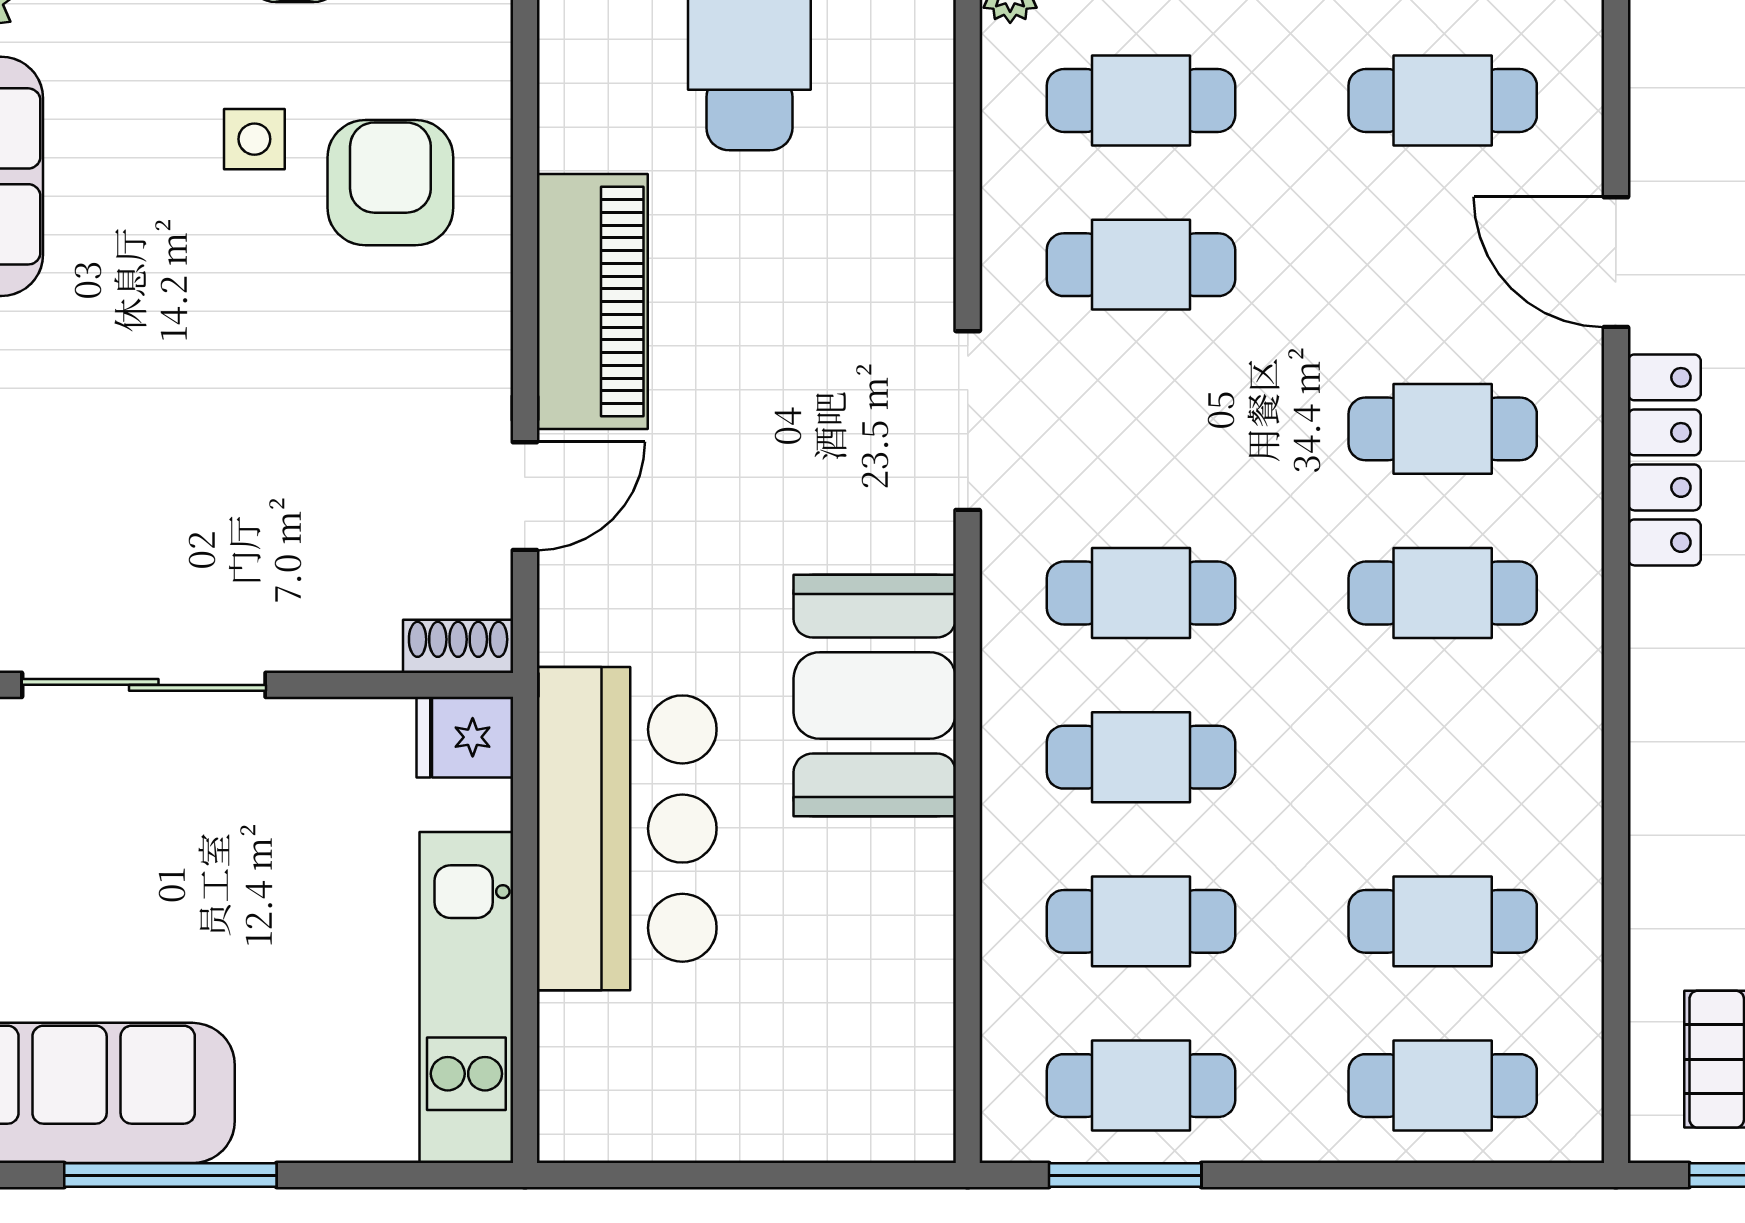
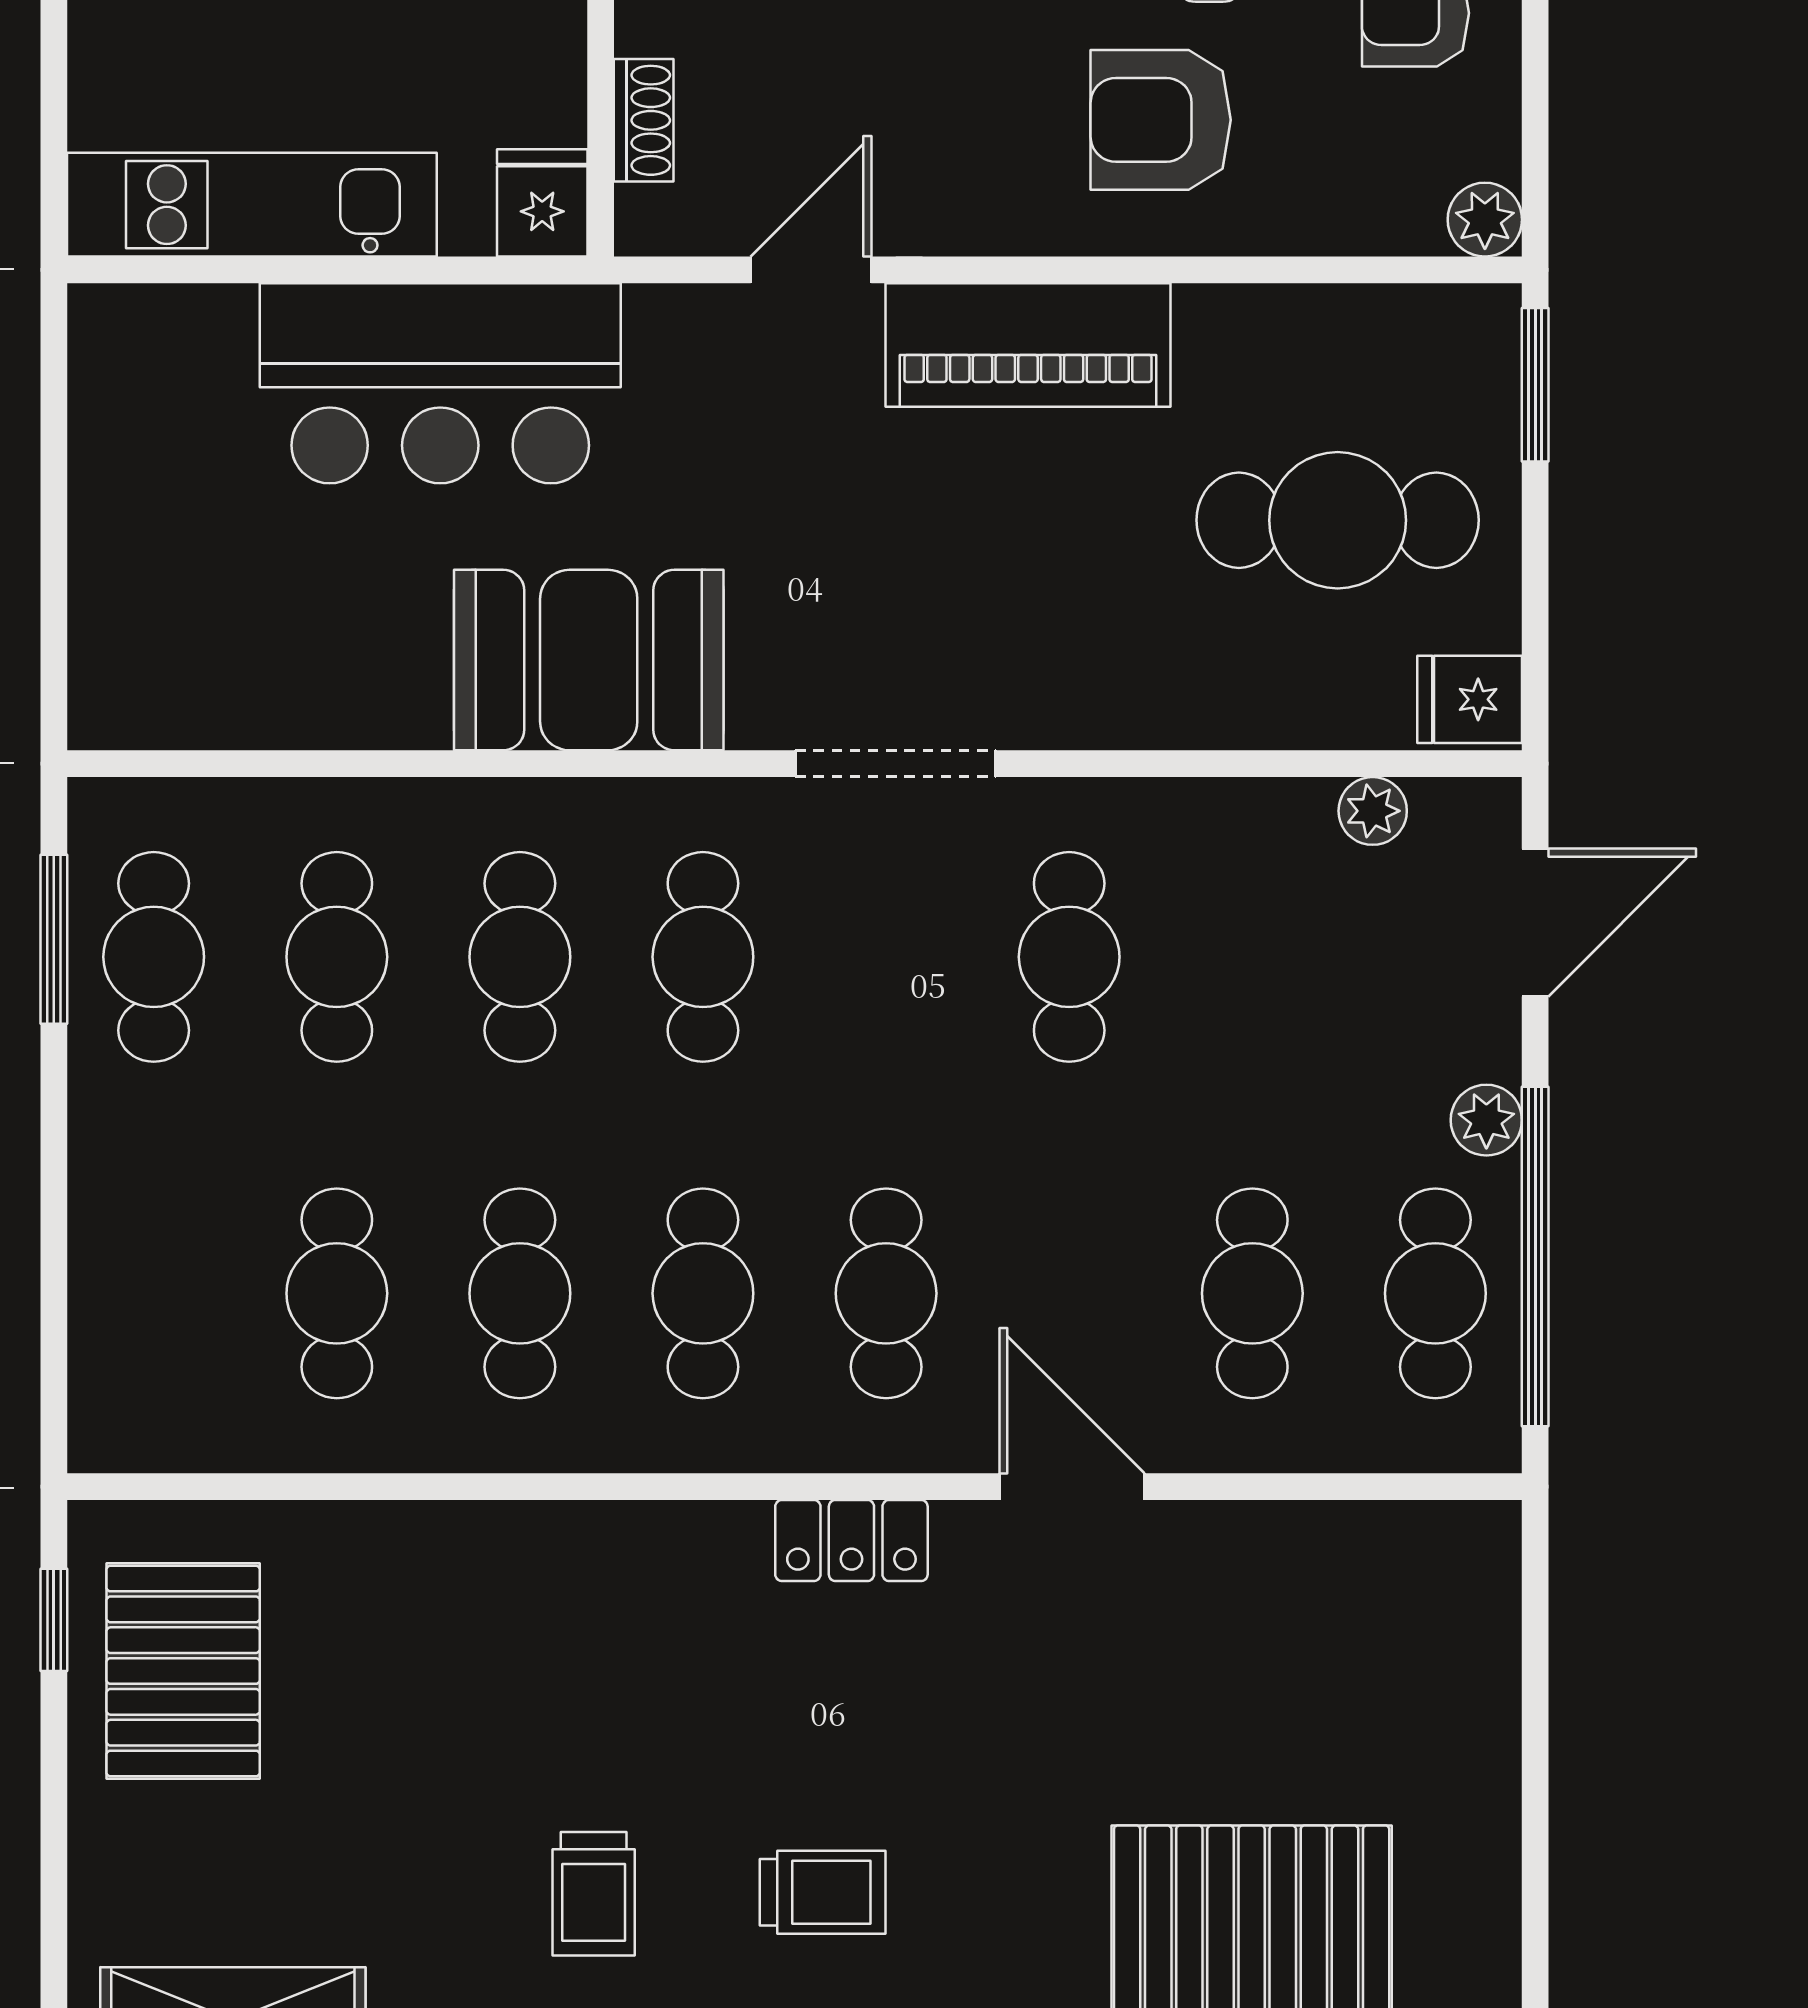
cafe table: (1141, 100) -> (1252, 957), removed
armchair: (390, 183) -> (1161, 120), turned 180
door: (1616, 262) -> (1072, 1487), hinge flipped
locker: (1664, 460) -> (851, 1540), width x0.66
door: (525, 496) -> (811, 270), swing flipped
shoe rack: (458, 646) -> (644, 120), moved
cafe table: (1443, 1086) -> (520, 1293), moved

